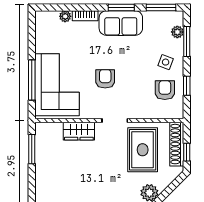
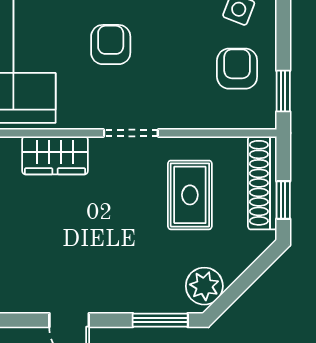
window: (187, 86) -> (283, 91), moved
rug: (143, 150) -> (190, 195), width x0.73, depth x0.70

